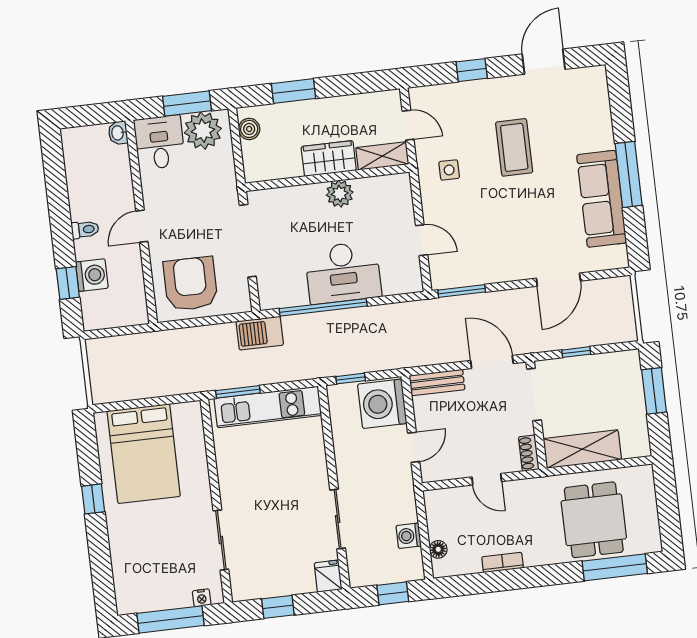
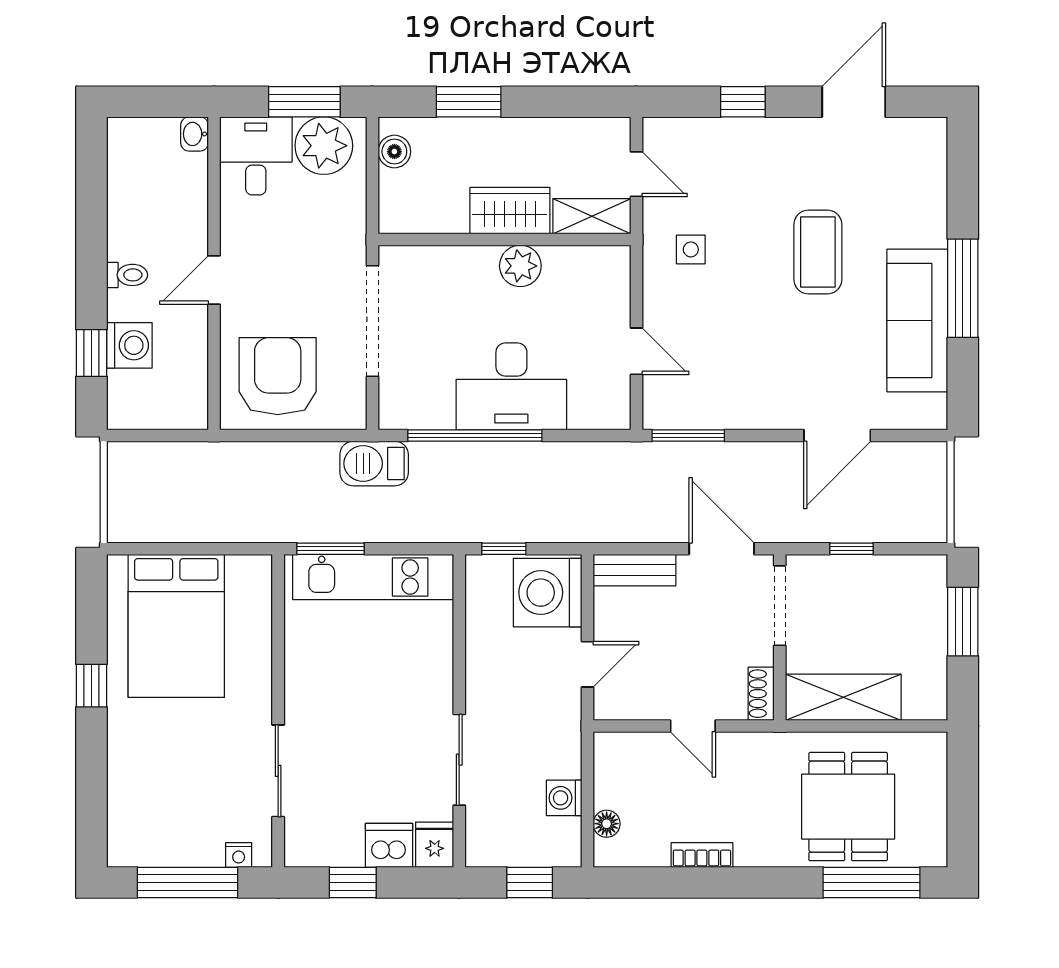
coffee table: (514, 147) -> (818, 252), moved
dishwasher: (299, 580) -> (389, 845), added

